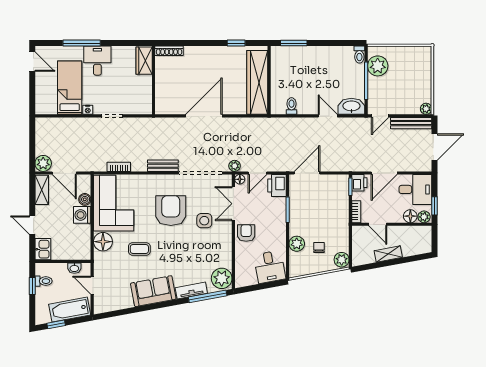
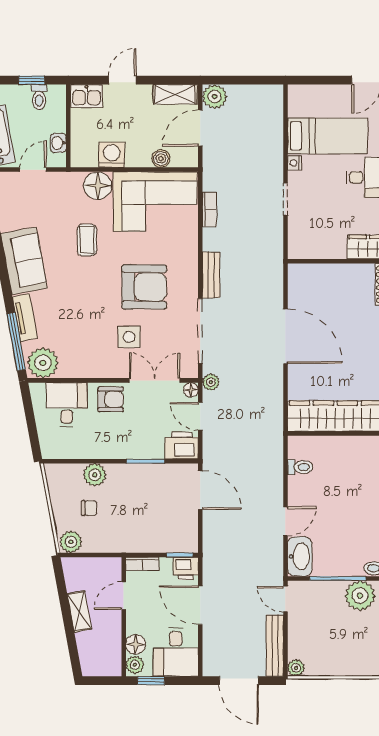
washing machine: (82, 215) -> (112, 155), moved
desk: (270, 267) -> (67, 405), moved, turned 100

